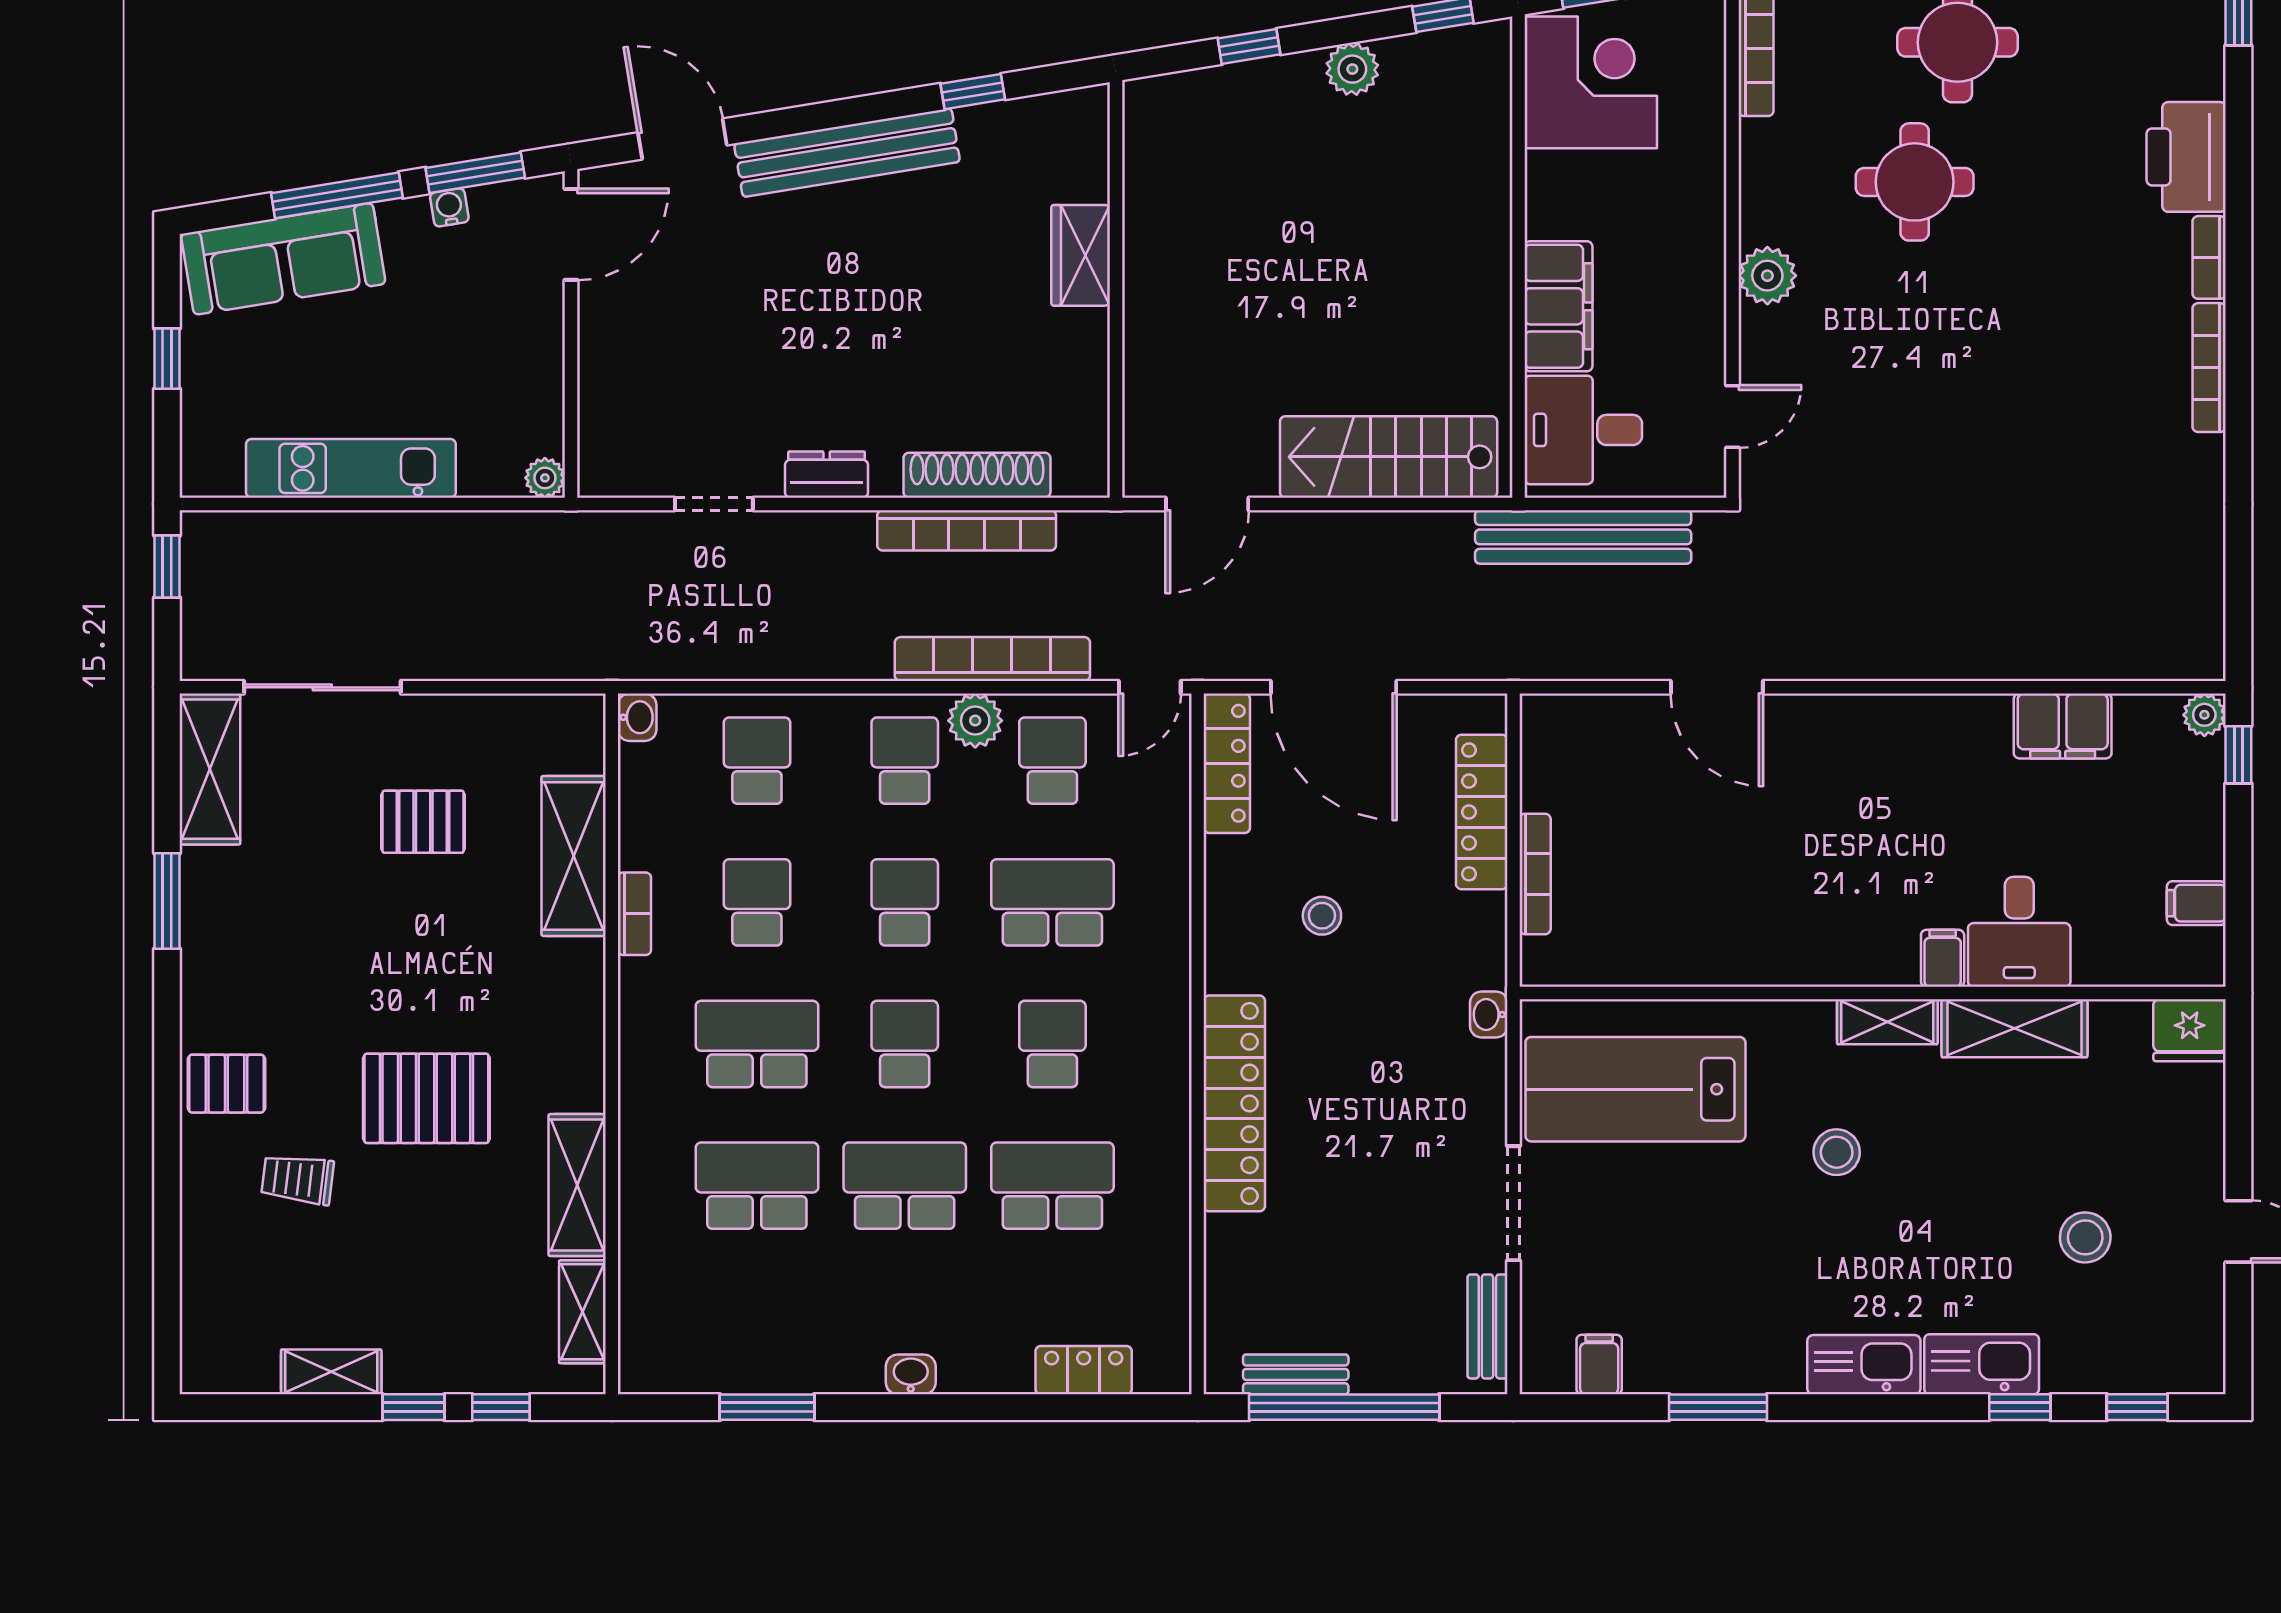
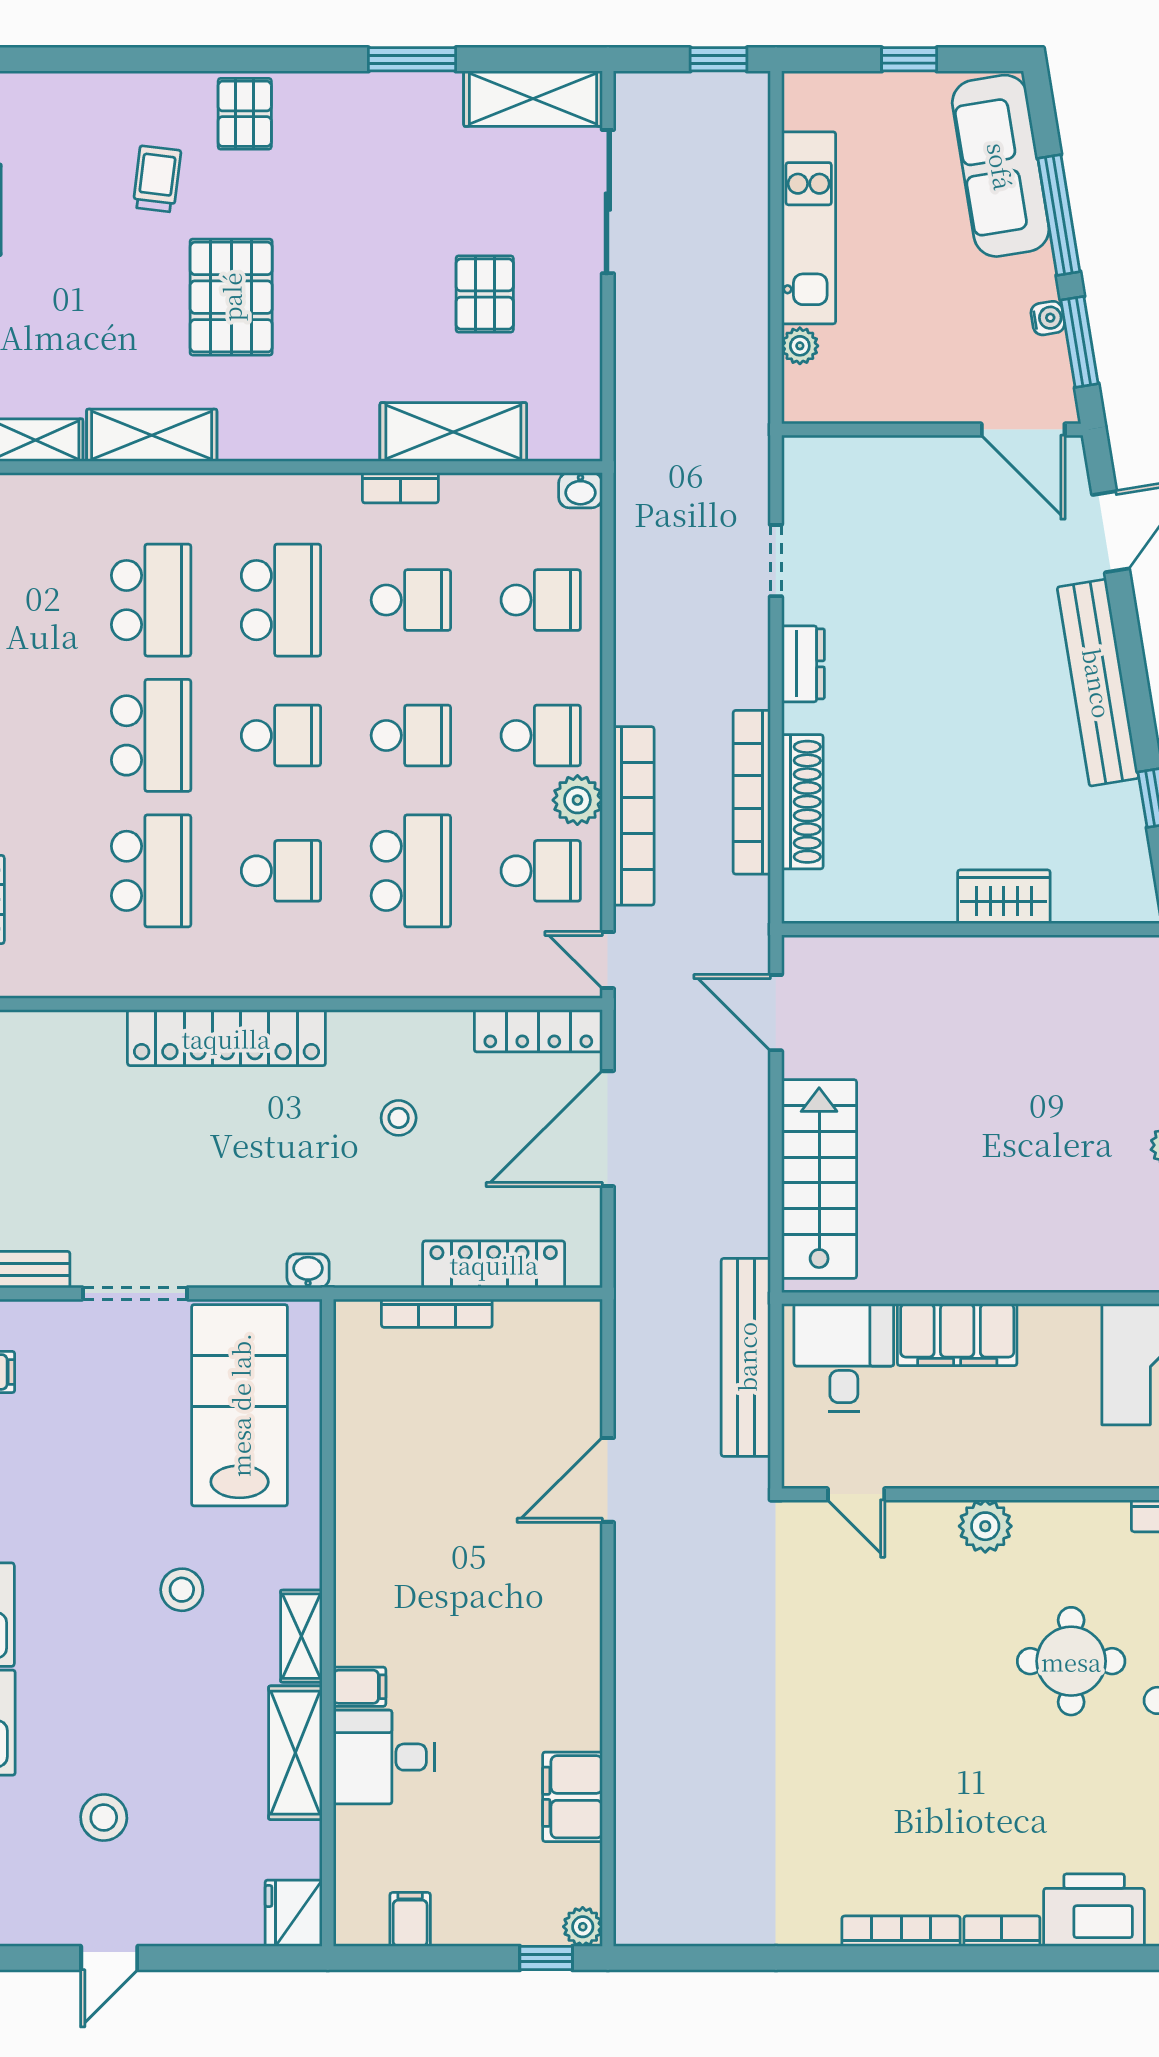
plant: (545, 478) -> (800, 346), moved

